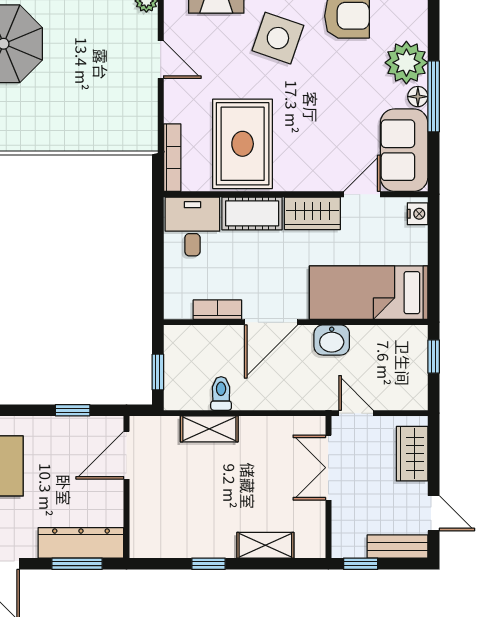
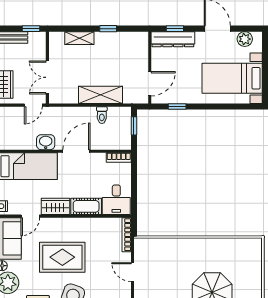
door: (161, 60) -> (132, 272), moved
rug: (243, 144) -> (62, 257), moved, turned 90
bookcase: (217, 310) -> (119, 158), moved
door: (356, 413) -> (33, 105), hinge flipped
shelving: (209, 429) -> (100, 95), width x1.50, depth x1.33
double door: (328, 468) -> (47, 77), swing flipped
window: (77, 564) -> (175, 29), width x0.67

